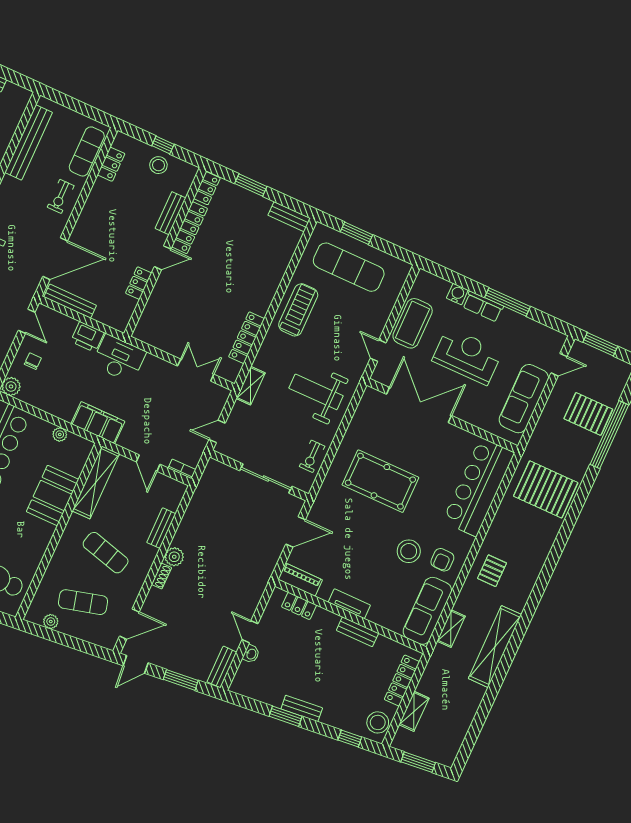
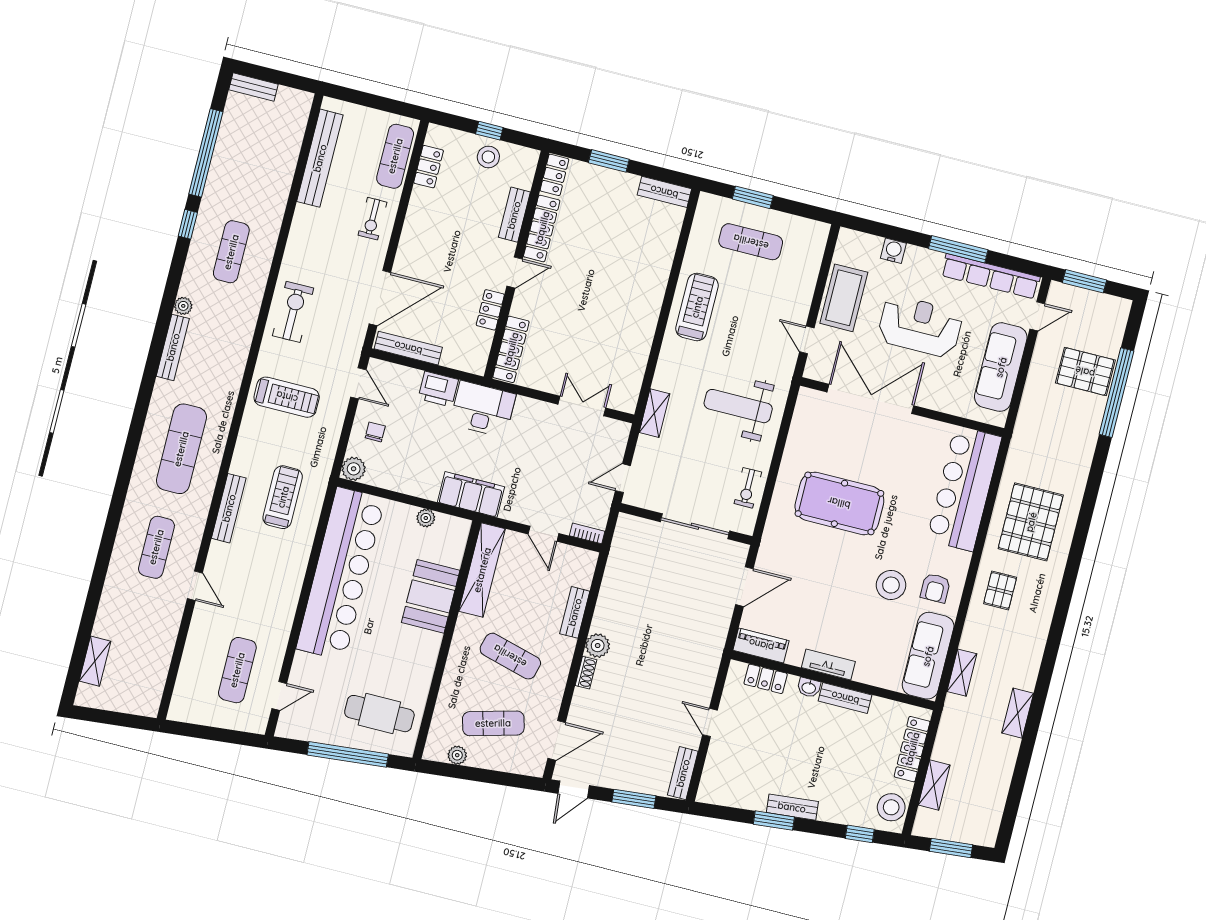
exercise mat: (349, 267) -> (751, 242), width x0.73, depth x0.69
row of seats: (483, 306) -> (991, 276), moved, width x2.02
locker: (247, 338) -> (511, 349), moved, turned 180
pallet: (546, 489) -> (1031, 522), moved, turned 90
shelving: (495, 647) -> (1018, 713), width x0.45, depth x0.75
washbasin: (251, 654) -> (809, 688), moved, turned 90

